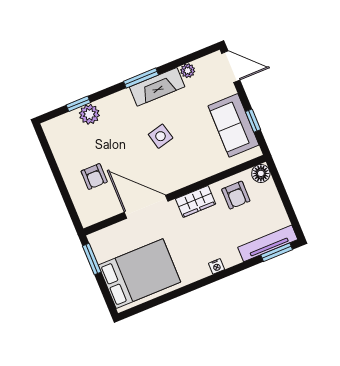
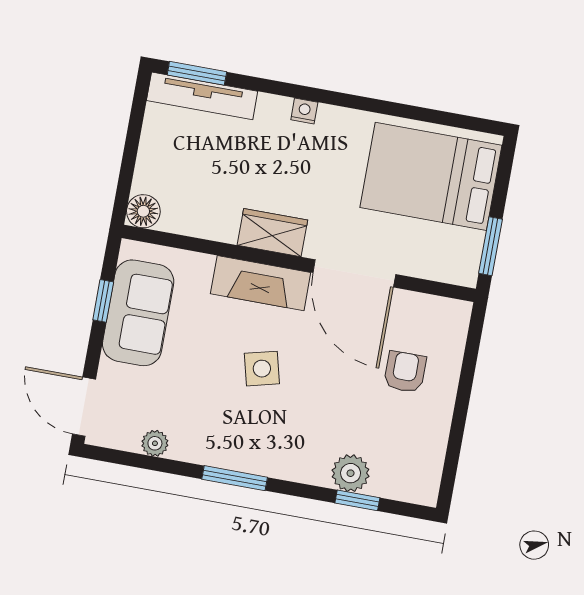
fireplace: (157, 87) -> (261, 283), moved, turned 180
armchair: (236, 195) -> (204, 203), removed

